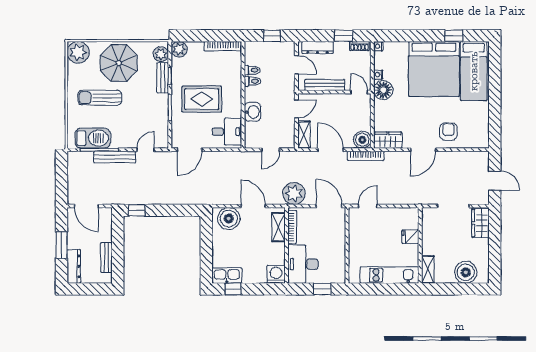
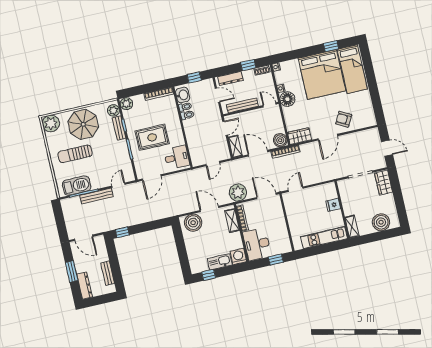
washbasin: (252, 112) -> (183, 95), moved
armchair: (448, 132) -> (344, 119), turned -62
kitchen sink: (227, 275) -> (220, 262), moved

